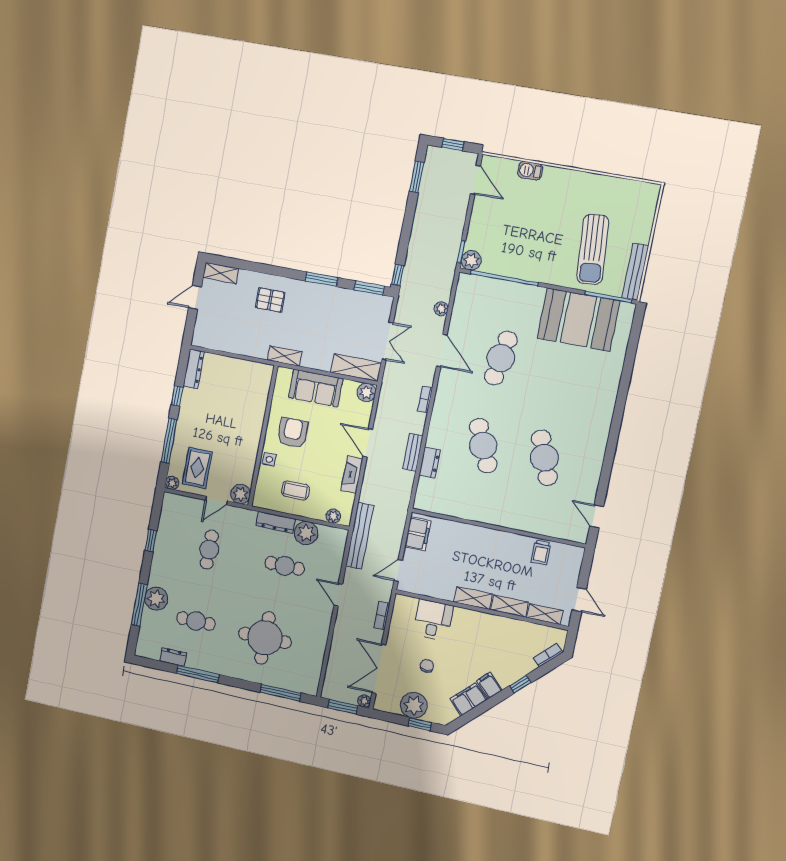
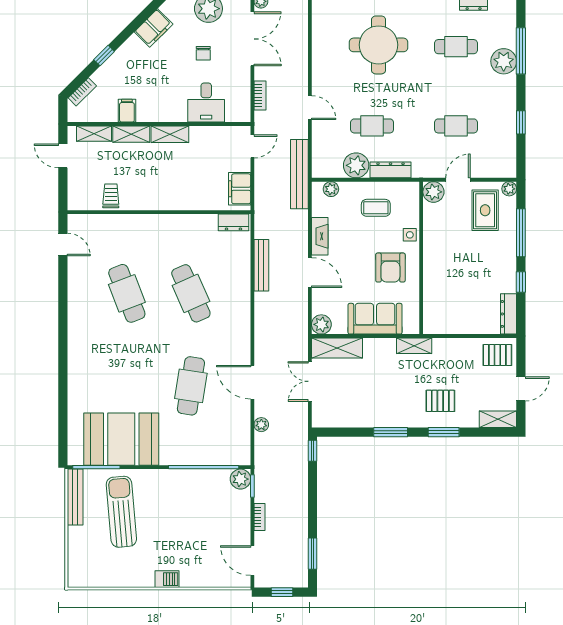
barbecue: (530, 171) -> (167, 579), moved
window: (369, 288) -> (444, 432), moved
pallet: (210, 333) -> (497, 355), added
bookcase: (425, 399) -> (260, 517), moved
bench: (413, 452) -> (261, 265), width x1.36
dresser: (430, 462) -> (233, 222), moved, turned -90
cafe table: (209, 550) -> (456, 126), turned 90
filing cabinet: (489, 685) -> (127, 111), moved, turned -135

